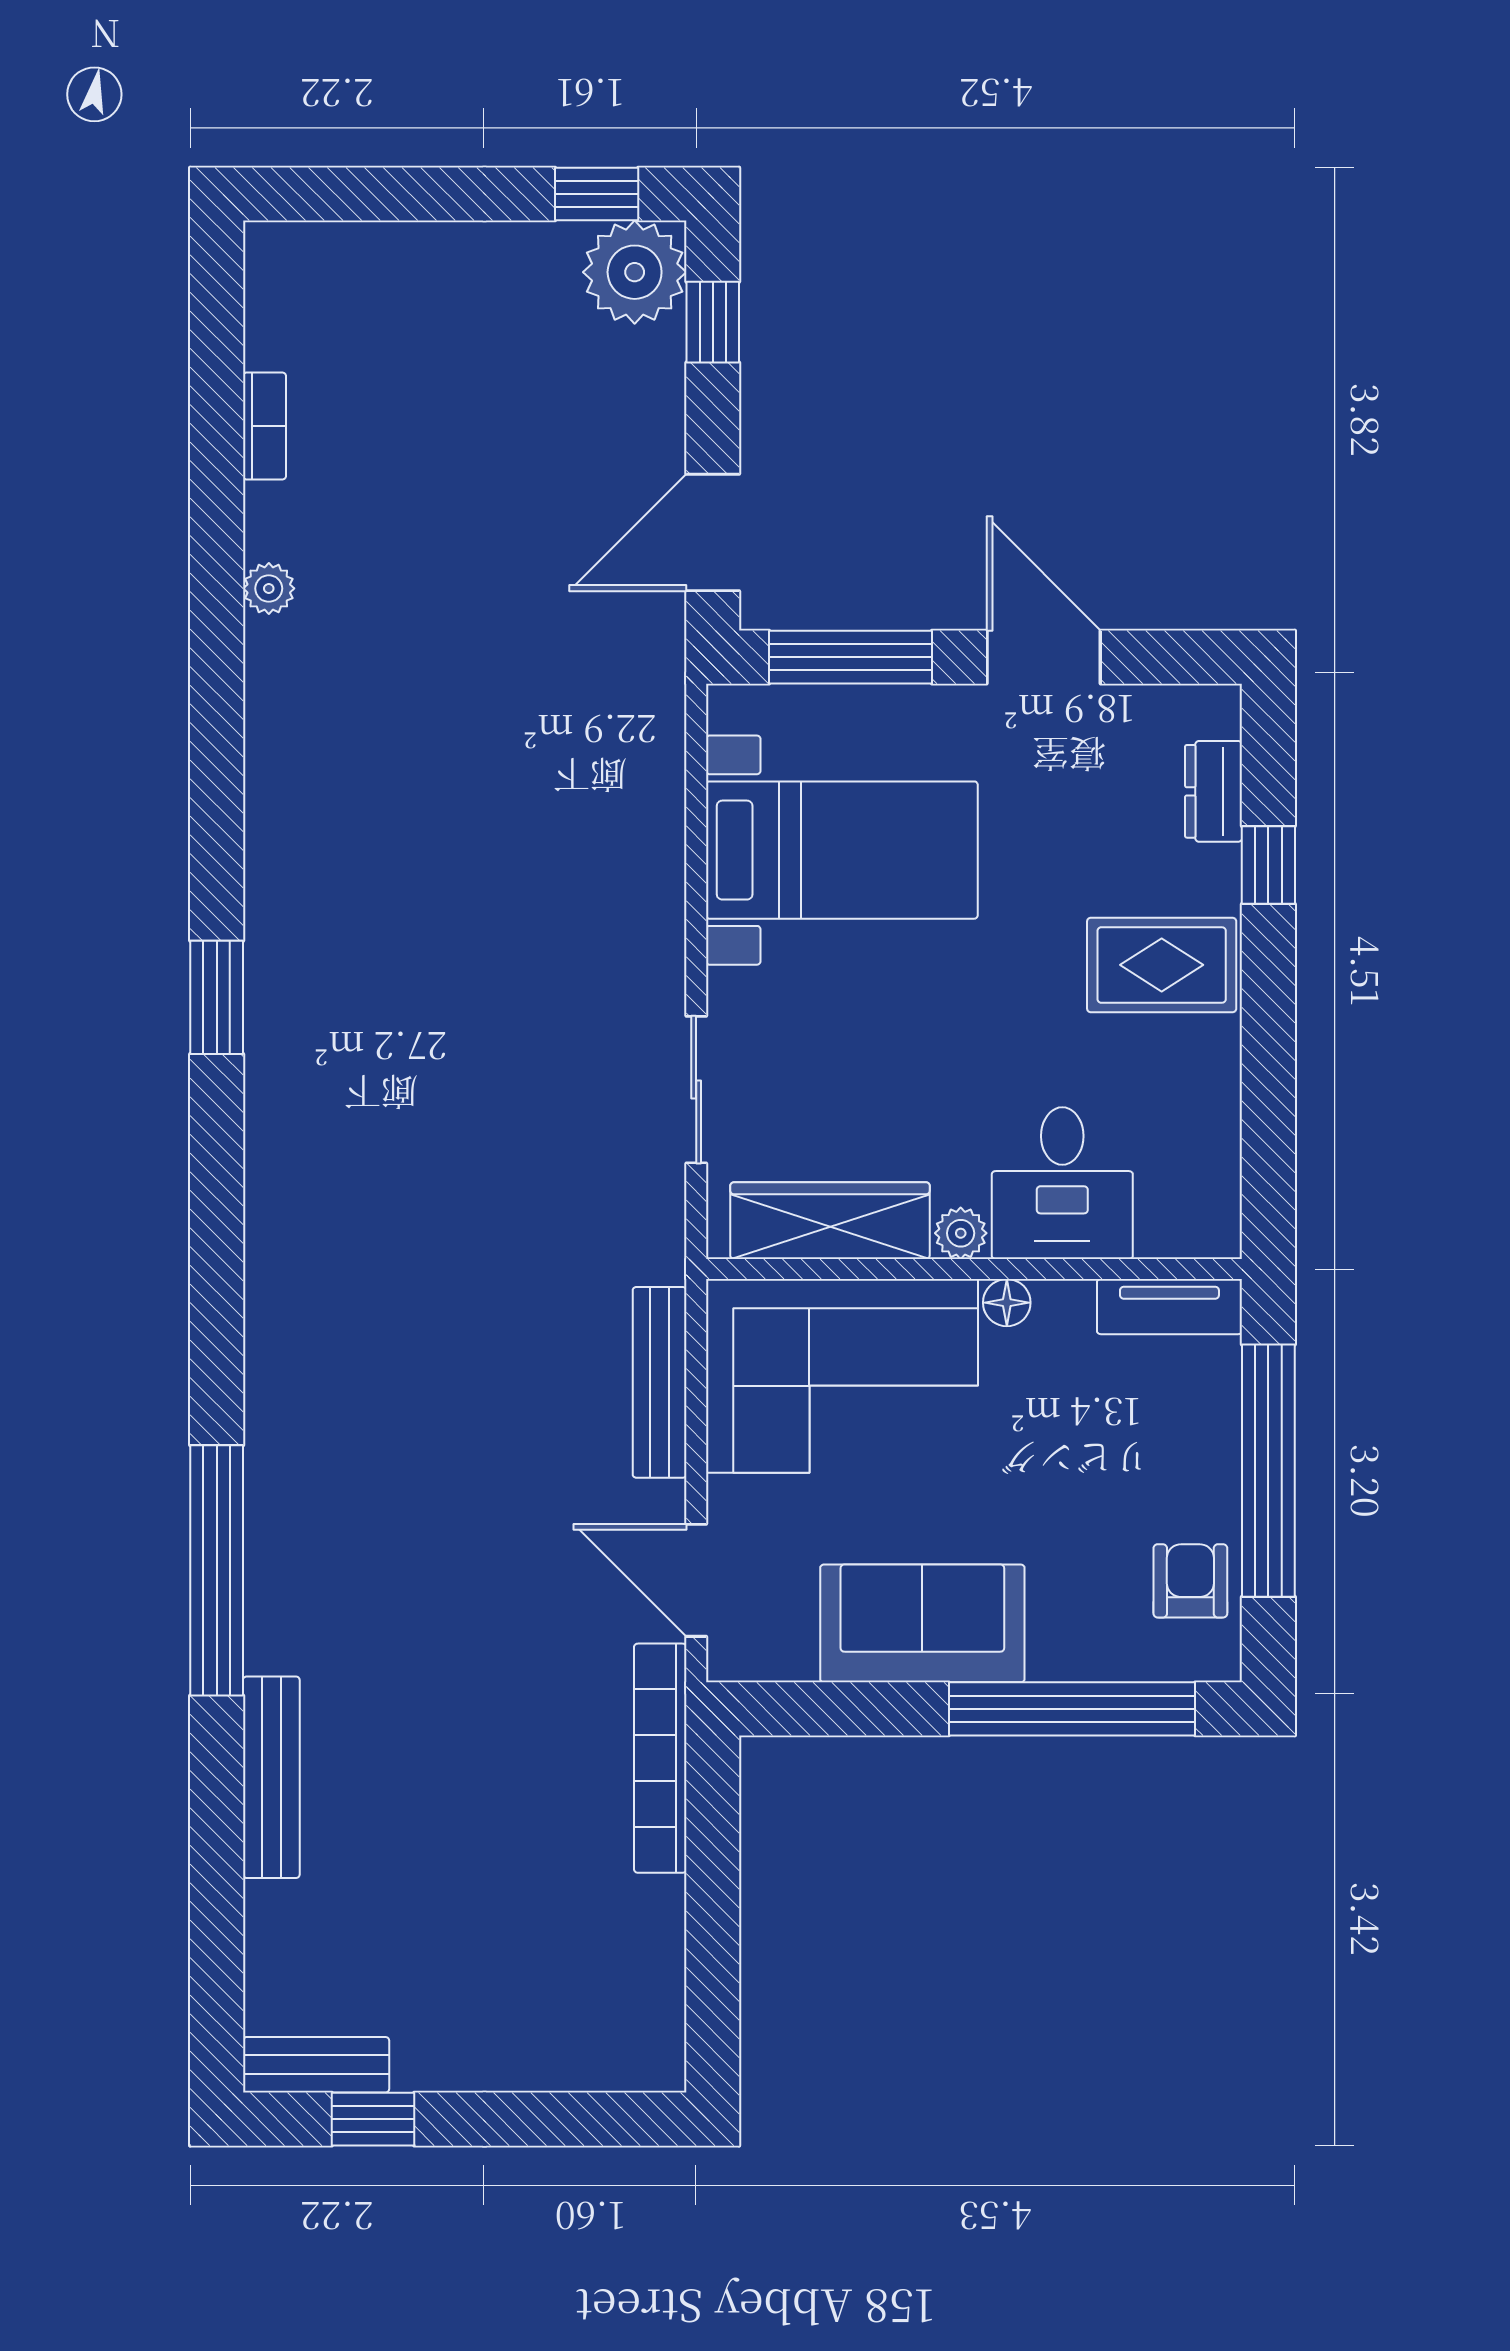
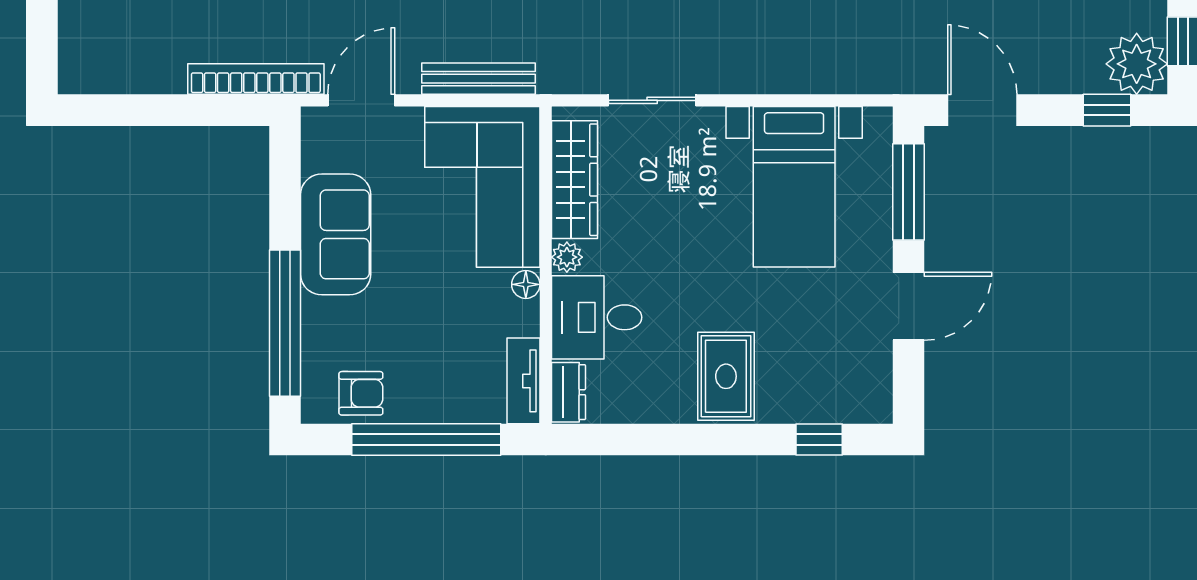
dresser: (1214, 791) -> (568, 392), moved, turned 90
window: (1268, 865) -> (819, 440), moved

